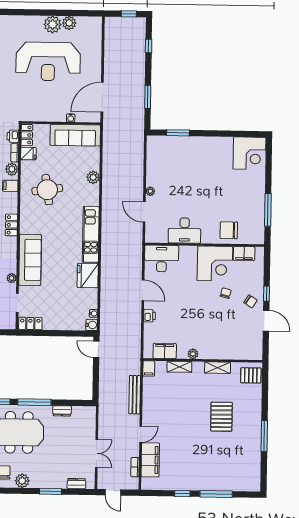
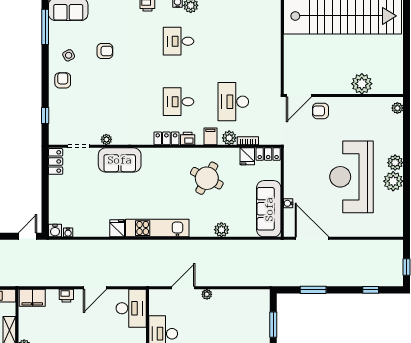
plant: (69, 23) -> (395, 163), moved
printer: (13, 136) -> (188, 139), moved
round table: (47, 190) -> (207, 178), turned 36
sofa: (30, 260) -> (120, 160), width x0.73
fridge: (88, 276) -> (117, 228), width x0.53, depth x0.75
filing cabinet: (165, 351) -> (32, 298), moved, turned 90

